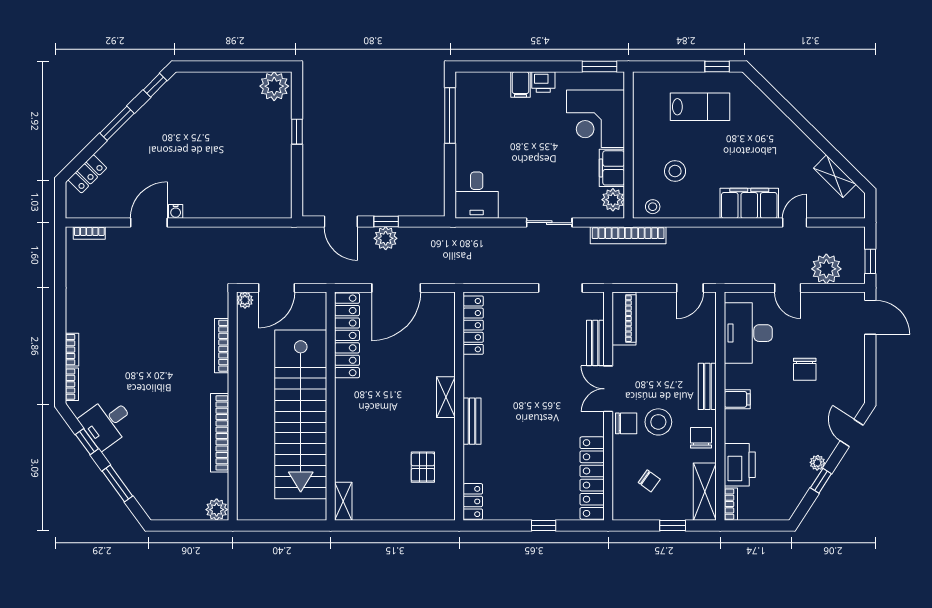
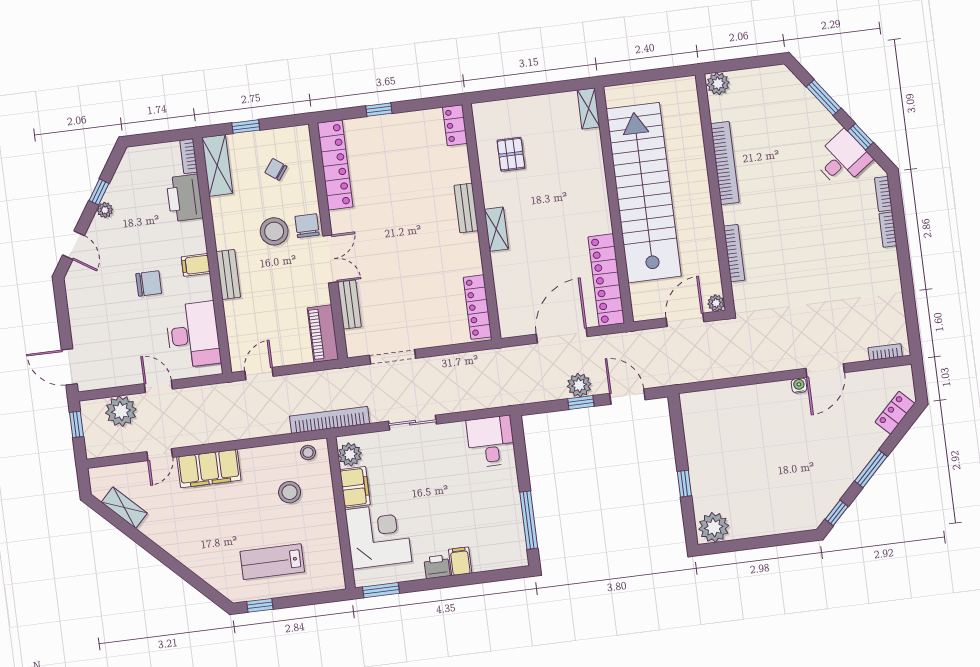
chair: (805, 369) -> (149, 283), moved, turned 90
chair: (626, 423) -> (307, 226), turned 90
chair: (701, 438) -> (228, 221), removed

